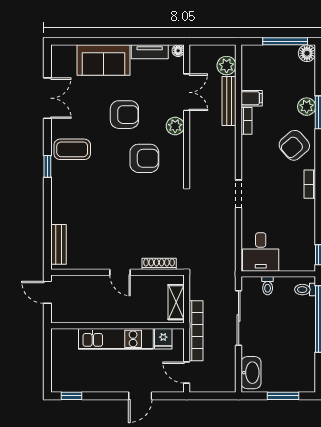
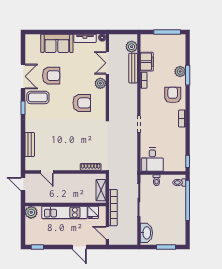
floor lamp: (307, 53) -> (180, 39), removed
double door: (187, 92) -> (107, 63), swing flipped
double door: (47, 98) -> (23, 76), moved
filing cabinet: (252, 98) -> (147, 62), width x2.00
armchair: (124, 115) -> (51, 76), moved
armchair: (294, 145) -> (173, 95), turned 131
bench: (59, 244) -> (30, 145), moved
door: (120, 272) -> (47, 172), moved
plant: (61, 339) -> (31, 212), added
door: (140, 396) -> (79, 247), hinge flipped

